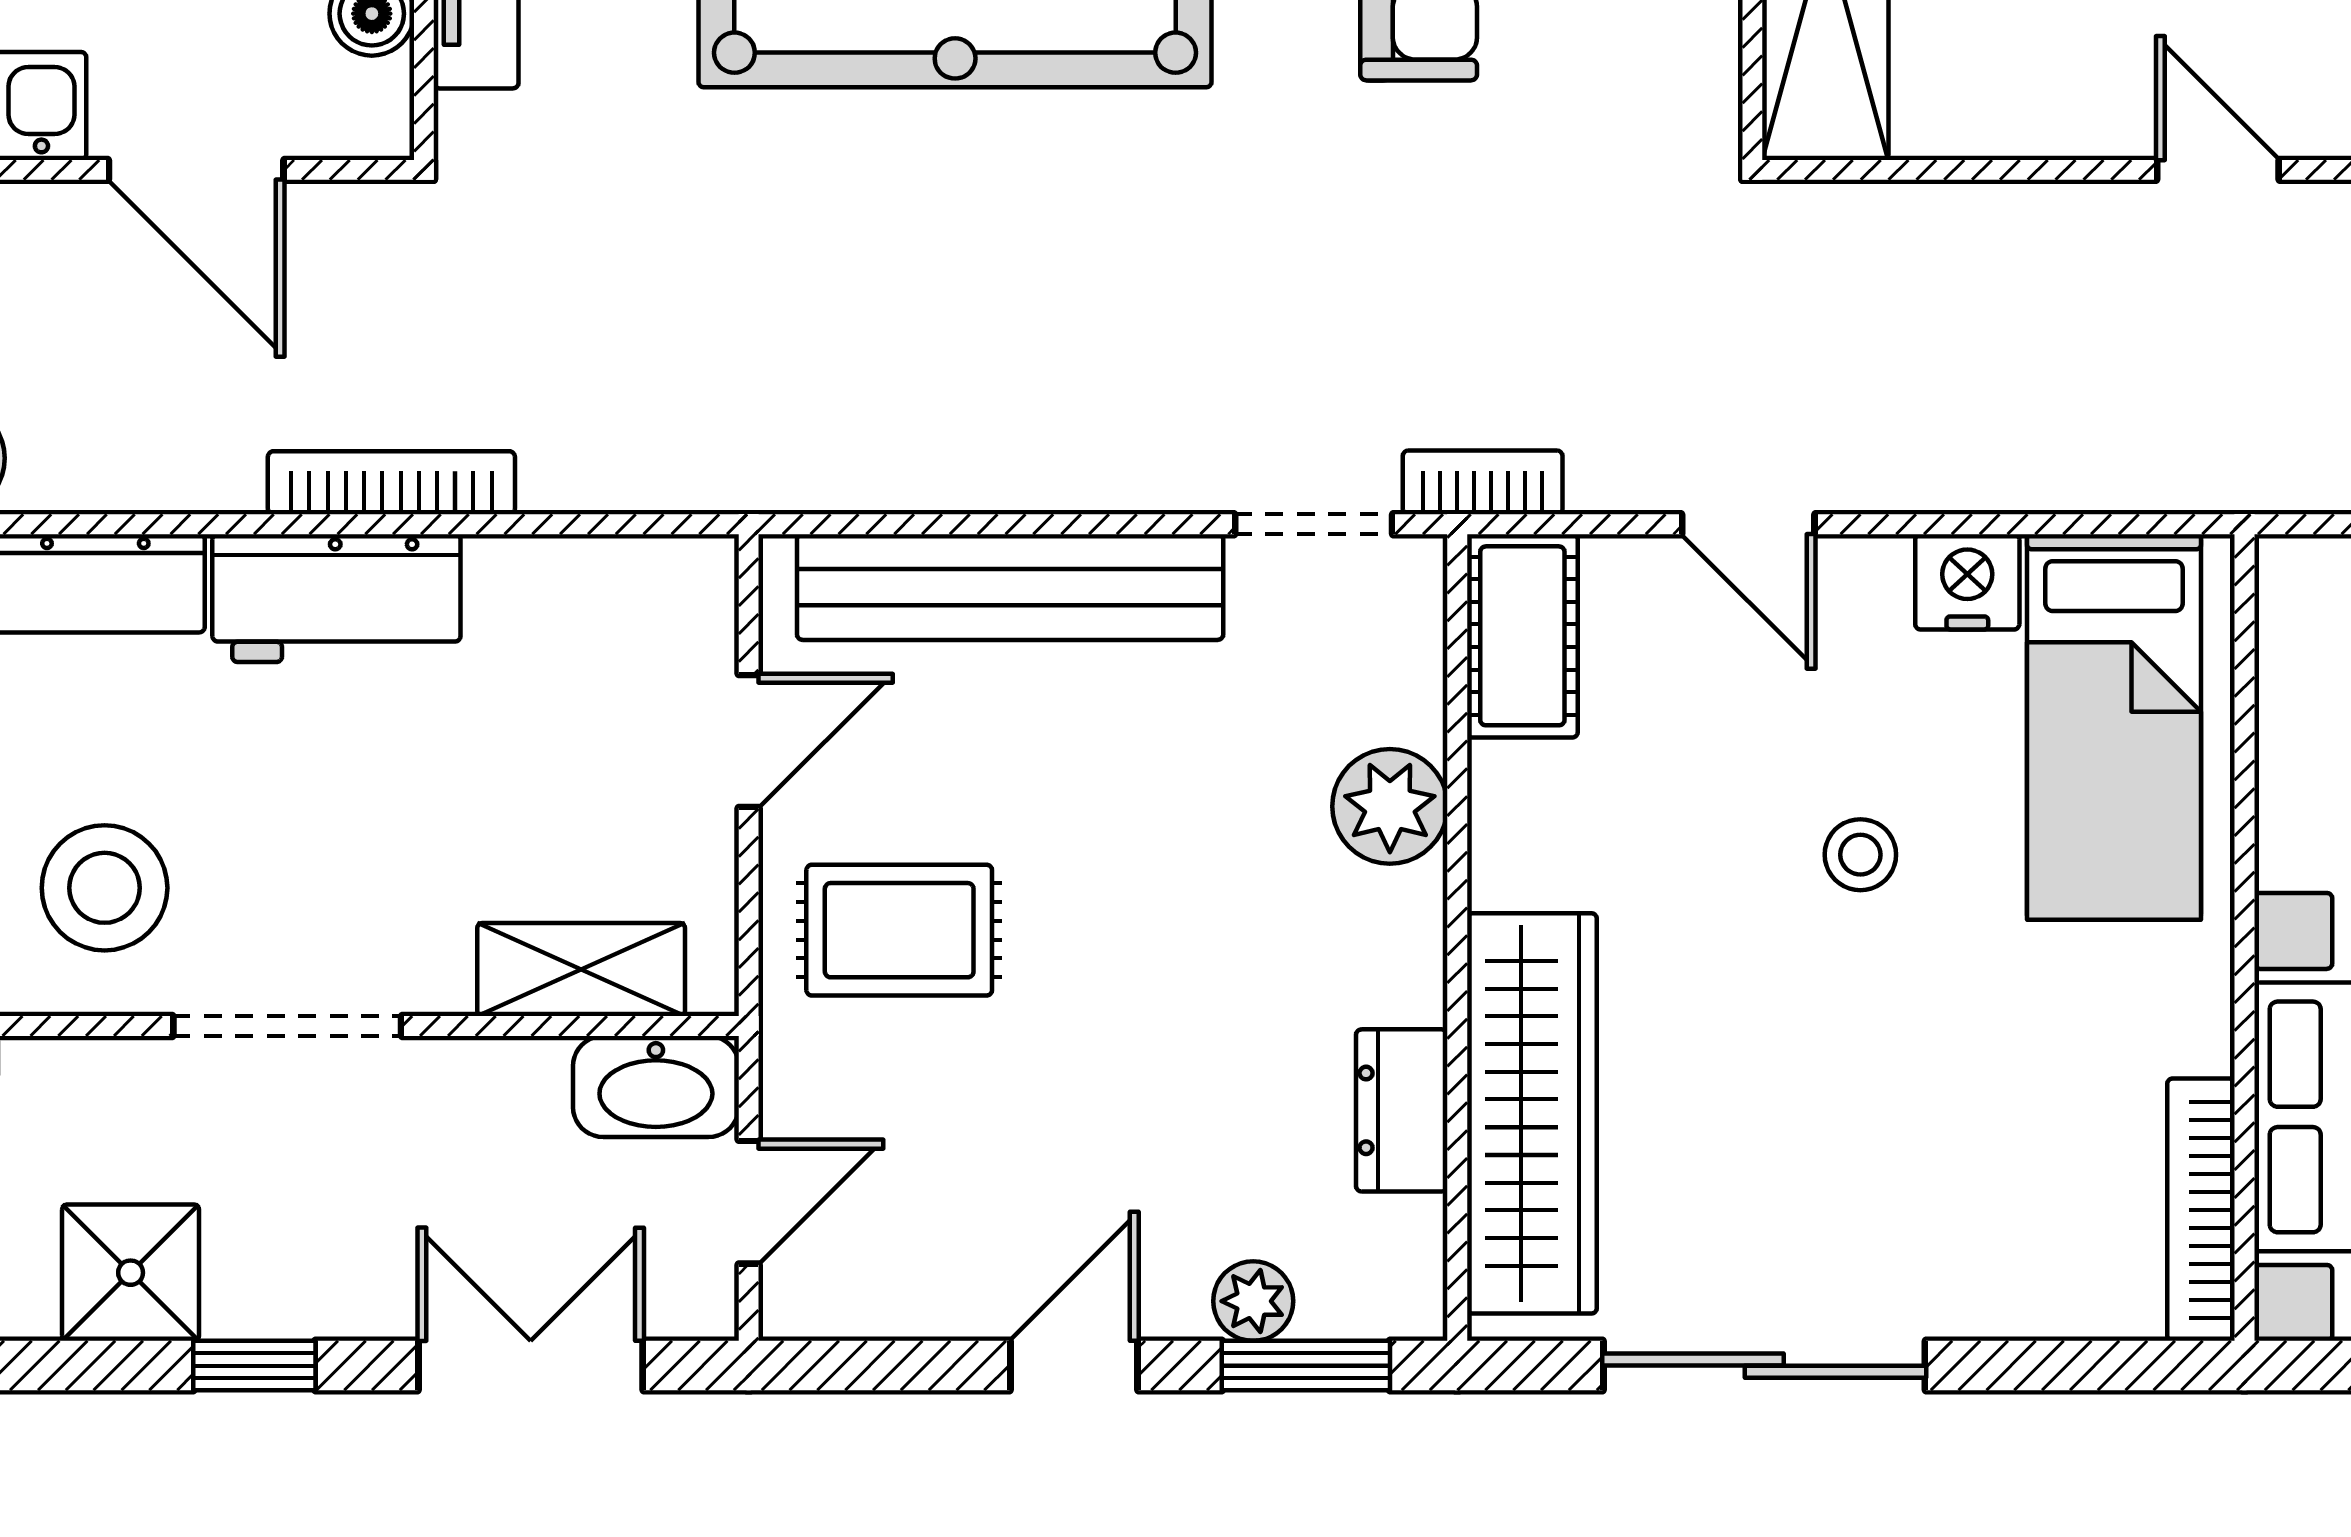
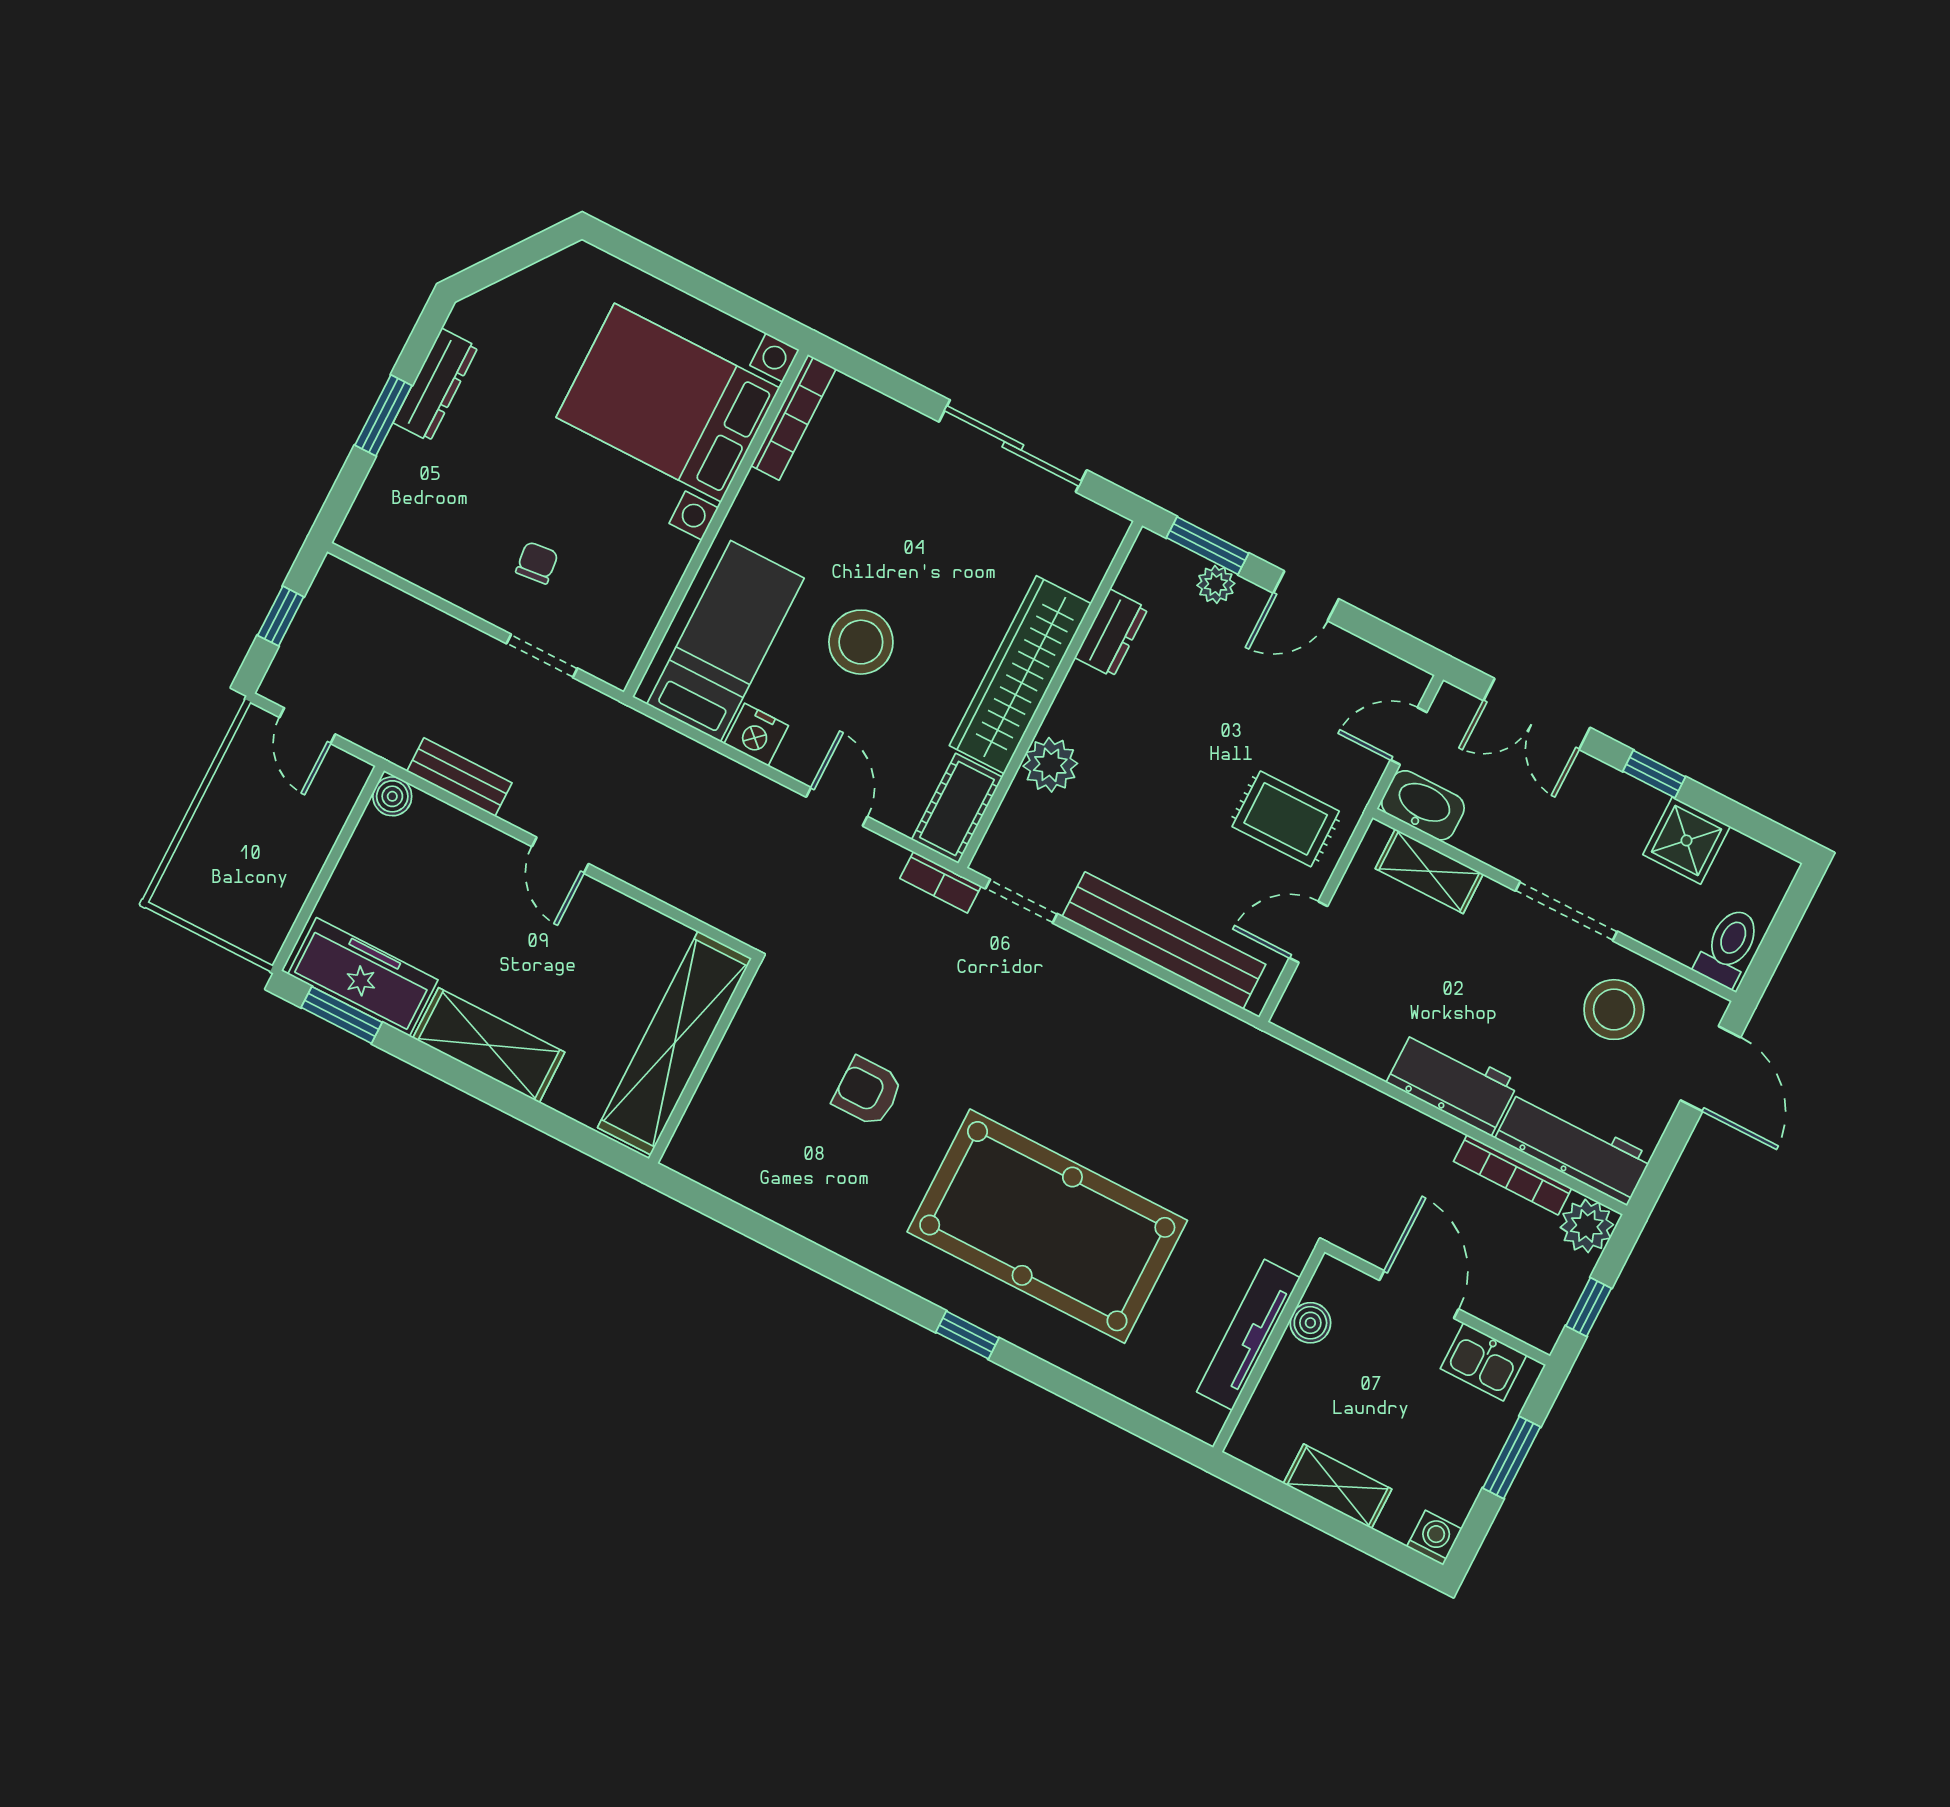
bookcase: (391, 483) -> (1513, 1175), moved
stool: (1860, 855) -> (861, 642), width x1.89, depth x1.89
wardrobe: (1532, 1113) -> (1020, 675), moved

